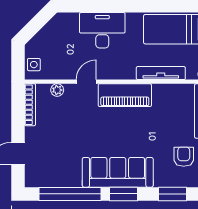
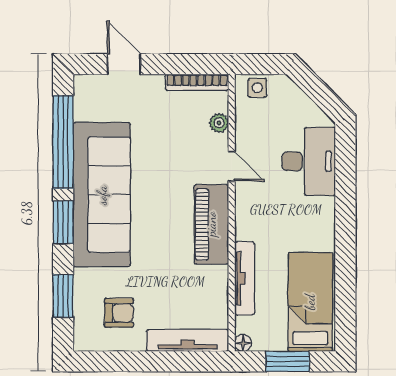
desk: (102, 30) -> (309, 161), moved
sofa: (118, 172) -> (102, 195), width x1.36, depth x1.27

